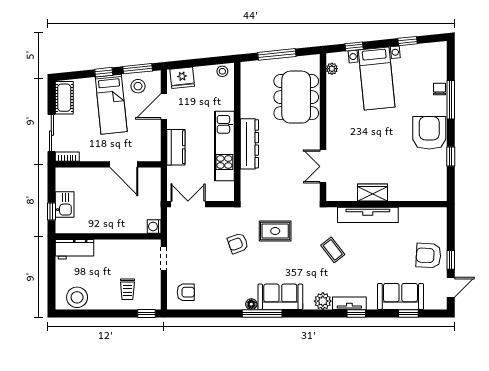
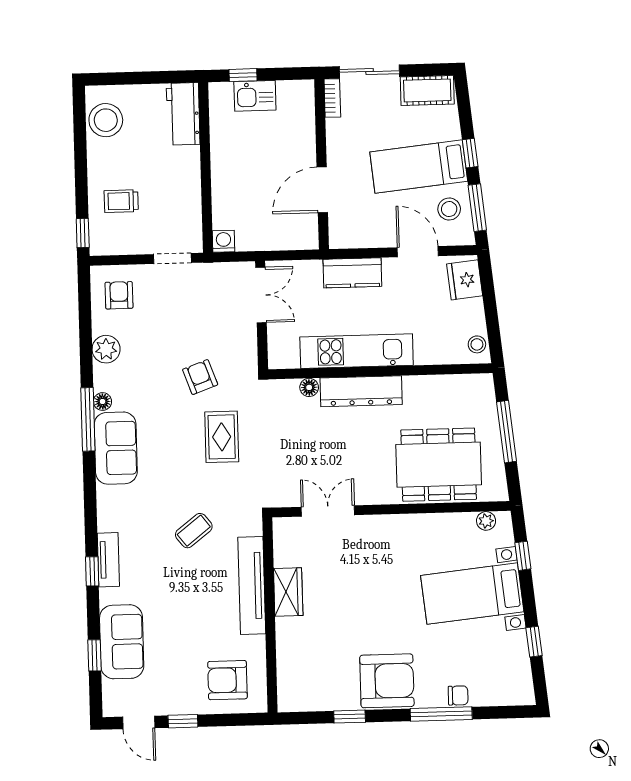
floor lamp: (246, 176) -> (309, 387), added
armchair: (429, 256) -> (227, 680), moved, turned -93
armchair: (186, 292) -> (119, 295), turned 180
plant: (323, 301) -> (106, 349), moved

